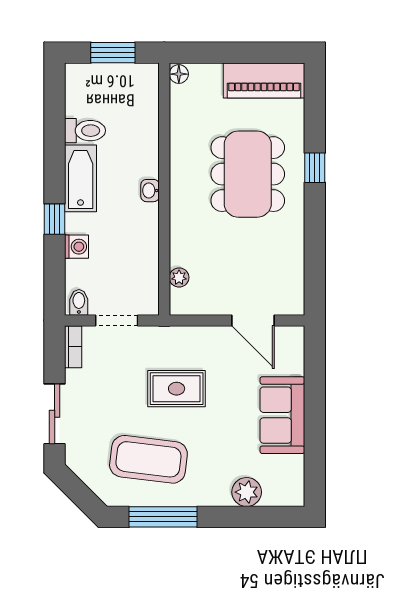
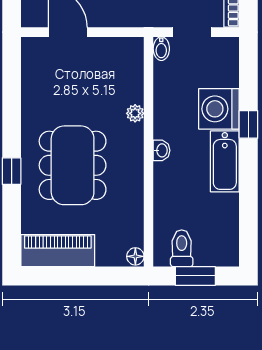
toilet: (85, 131) -> (182, 248), moved, turned 90
washing machine: (77, 247) -> (219, 109), width x1.89, depth x1.89
plant: (179, 277) -> (135, 113), moved
bidet: (79, 302) -> (161, 49), moved

